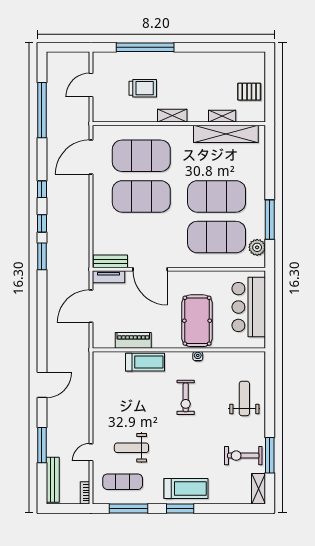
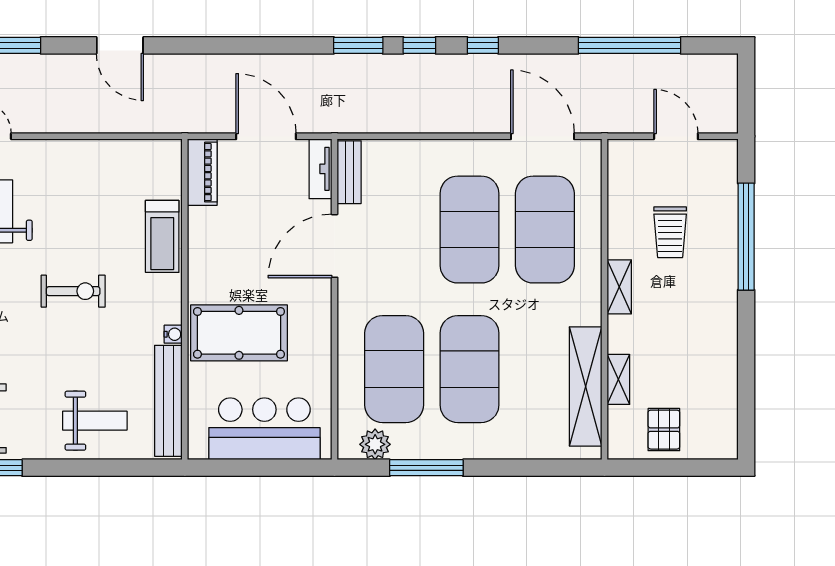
piano: (133, 340) -> (202, 172), moved
bench: (234, 359) -> (168, 401), added
exercise bike: (186, 397) -> (73, 291), moved, turned 180

